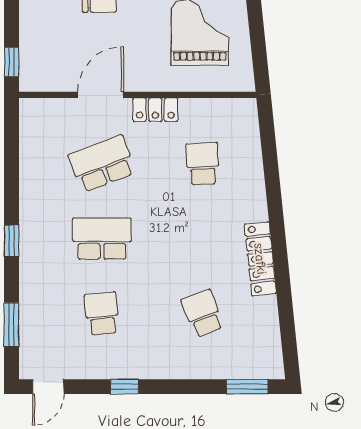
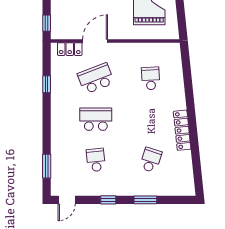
locker: (155, 110) -> (70, 49), moved
window: (11, 241) -> (47, 84), moved
school desk: (203, 313) -> (151, 160), turned 39
window: (247, 387) -> (145, 200), moved

